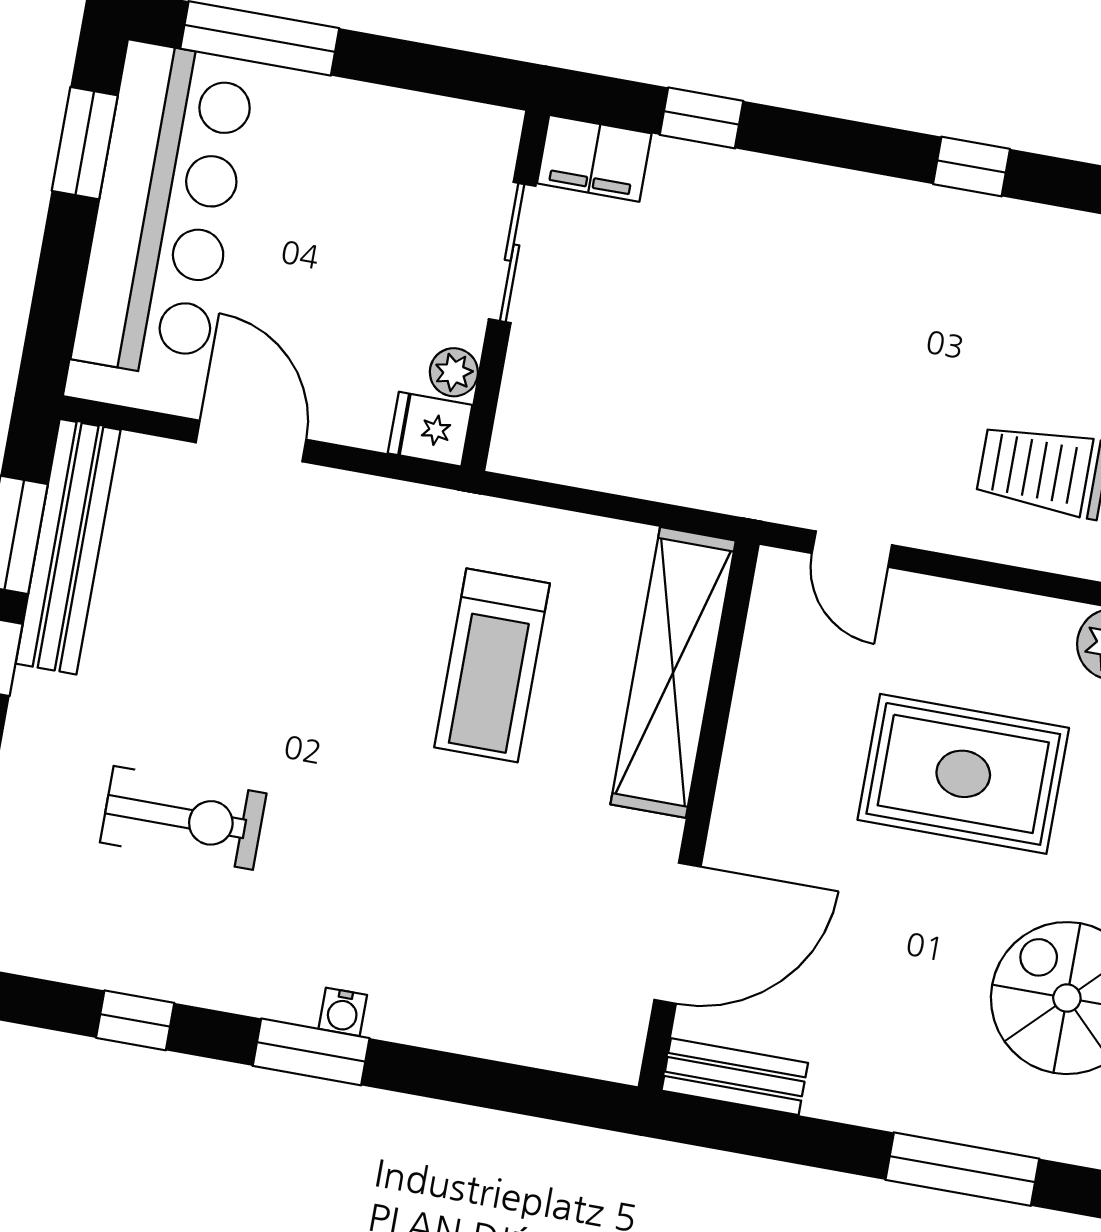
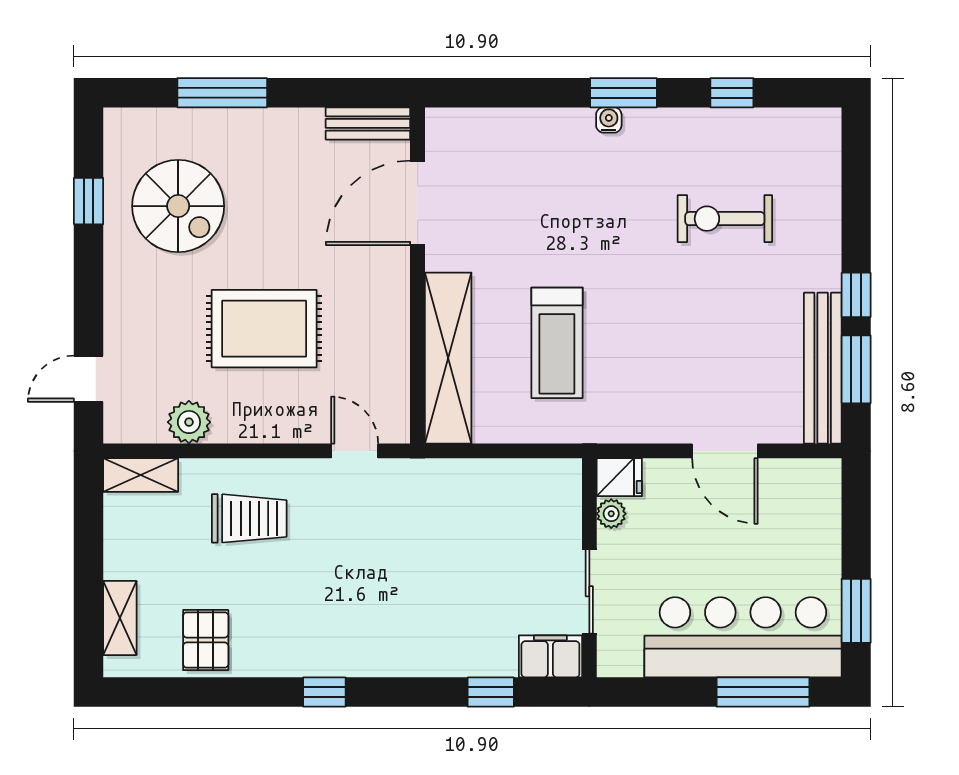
bar counter: (164, 211) -> (743, 637), moved, turned 90
treadmill: (492, 665) -> (557, 343), turned 180

